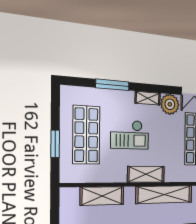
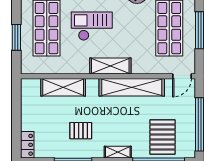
checkout: (130, 135) -> (92, 26), turned 180

